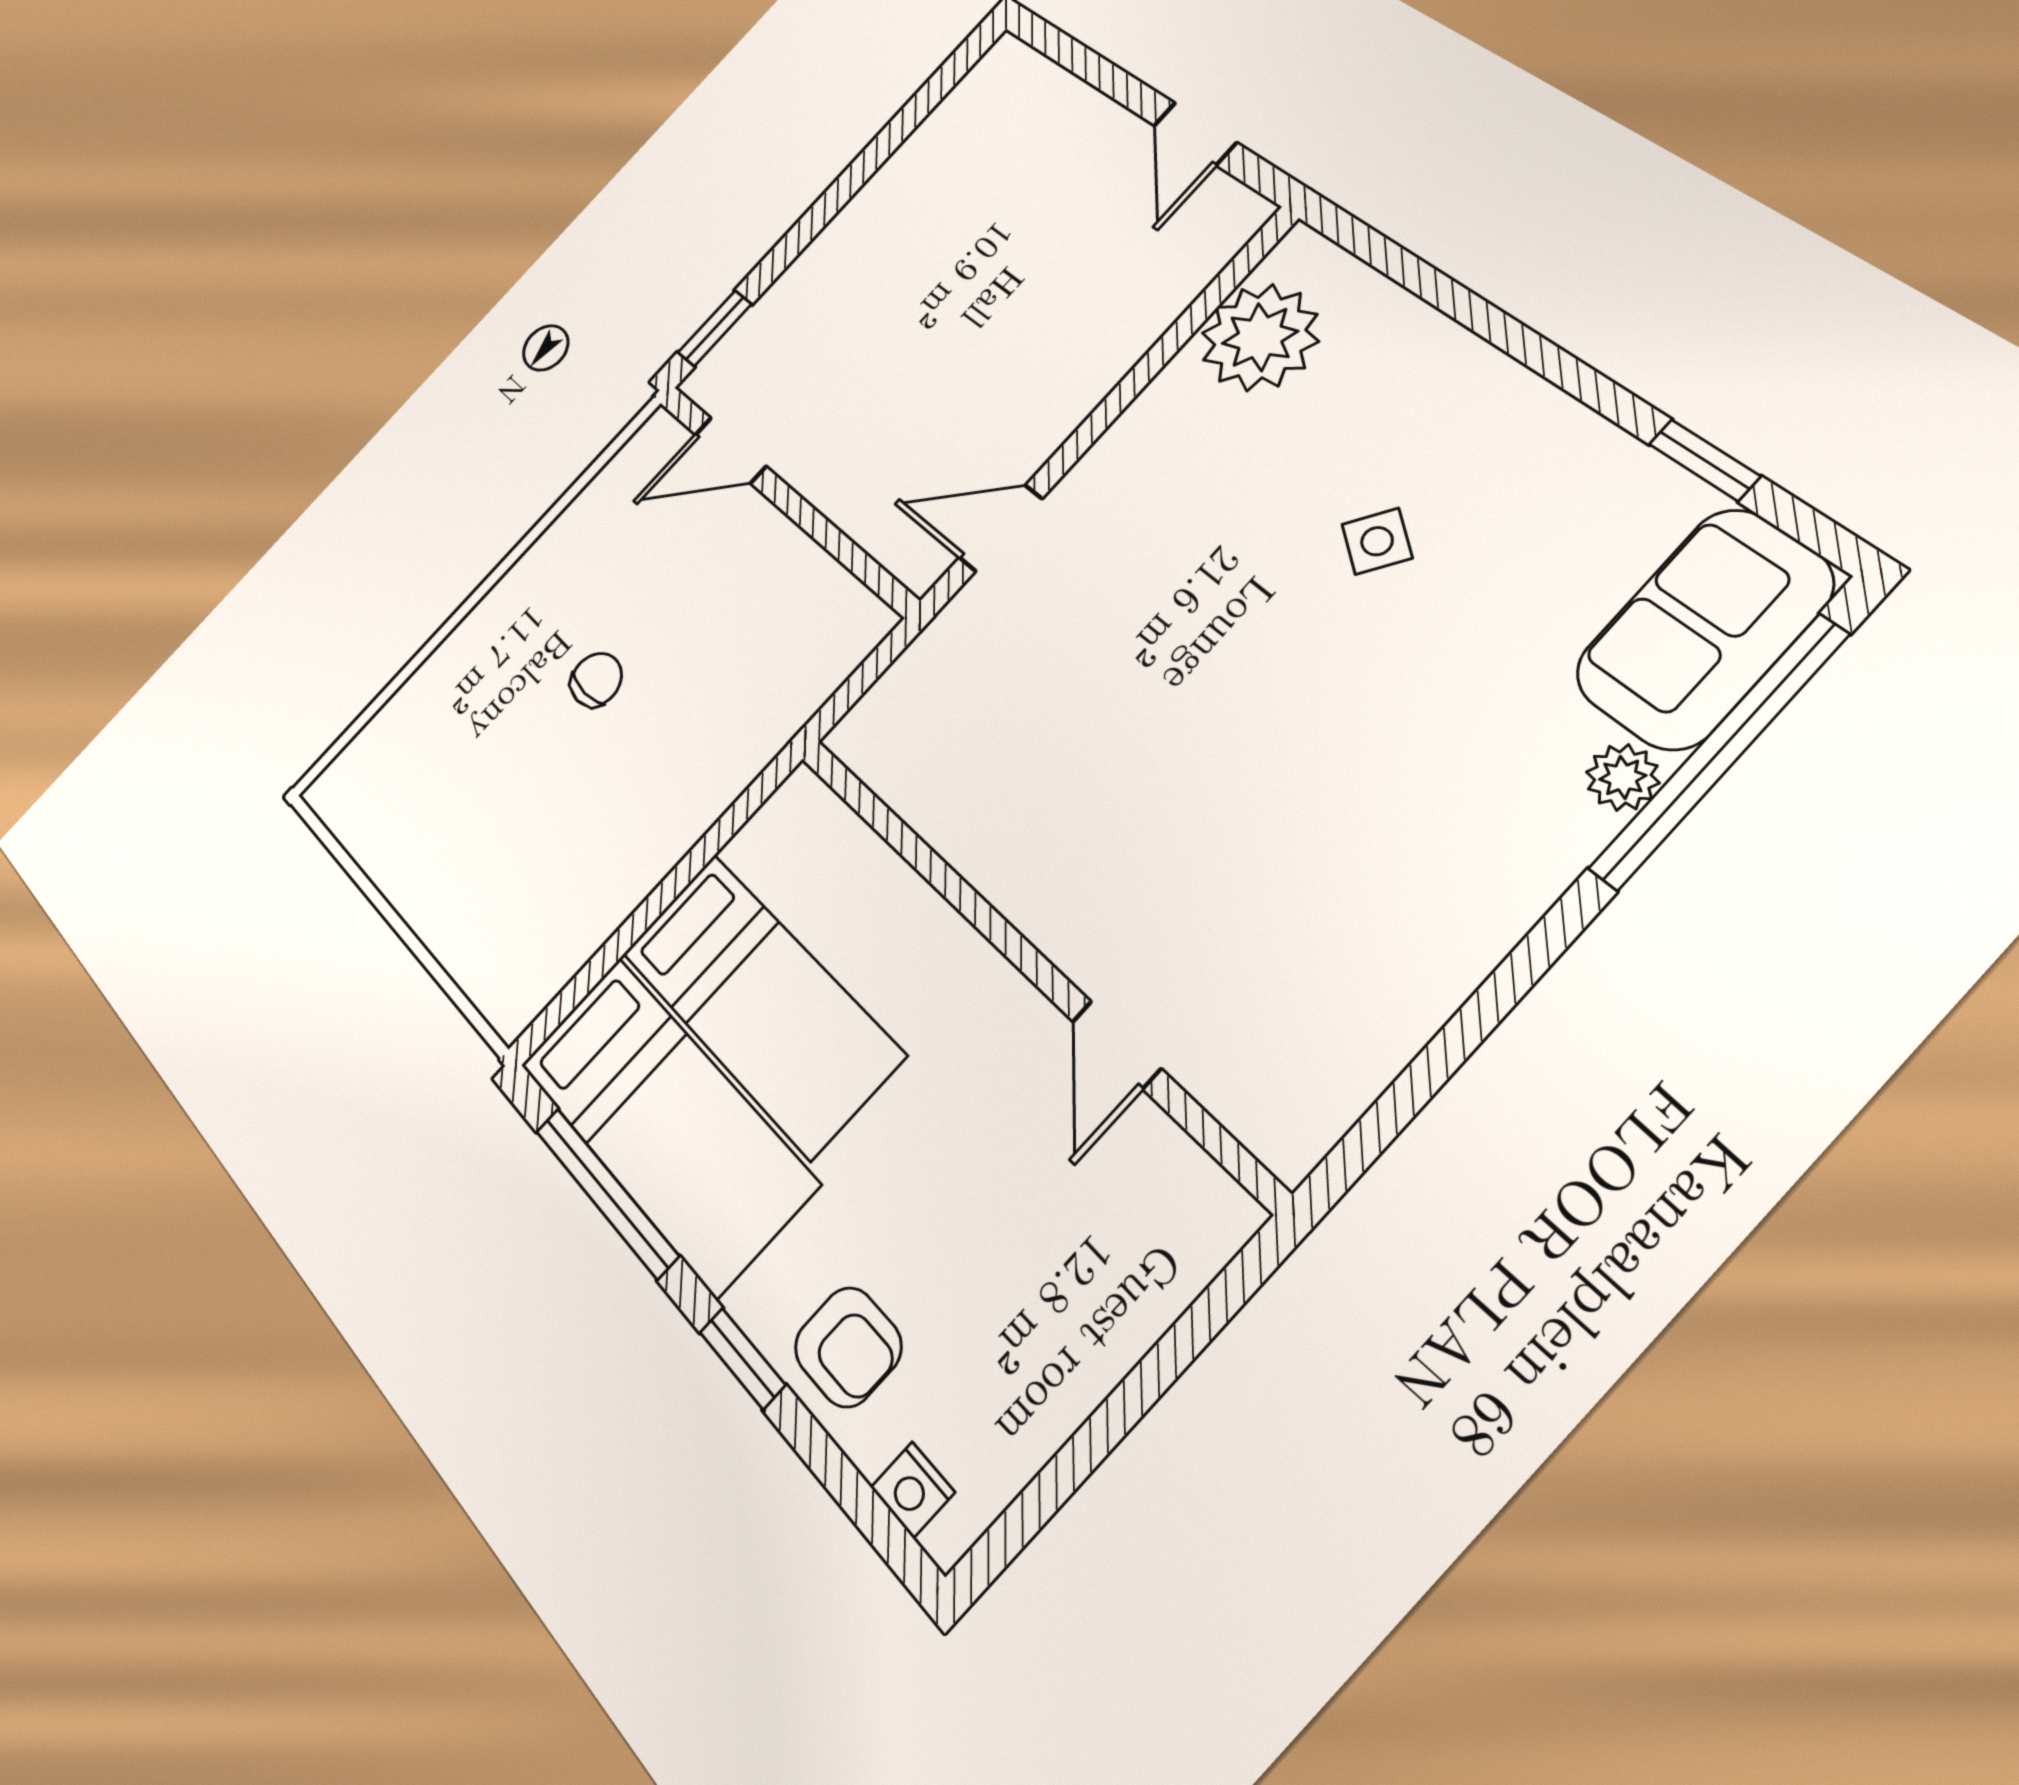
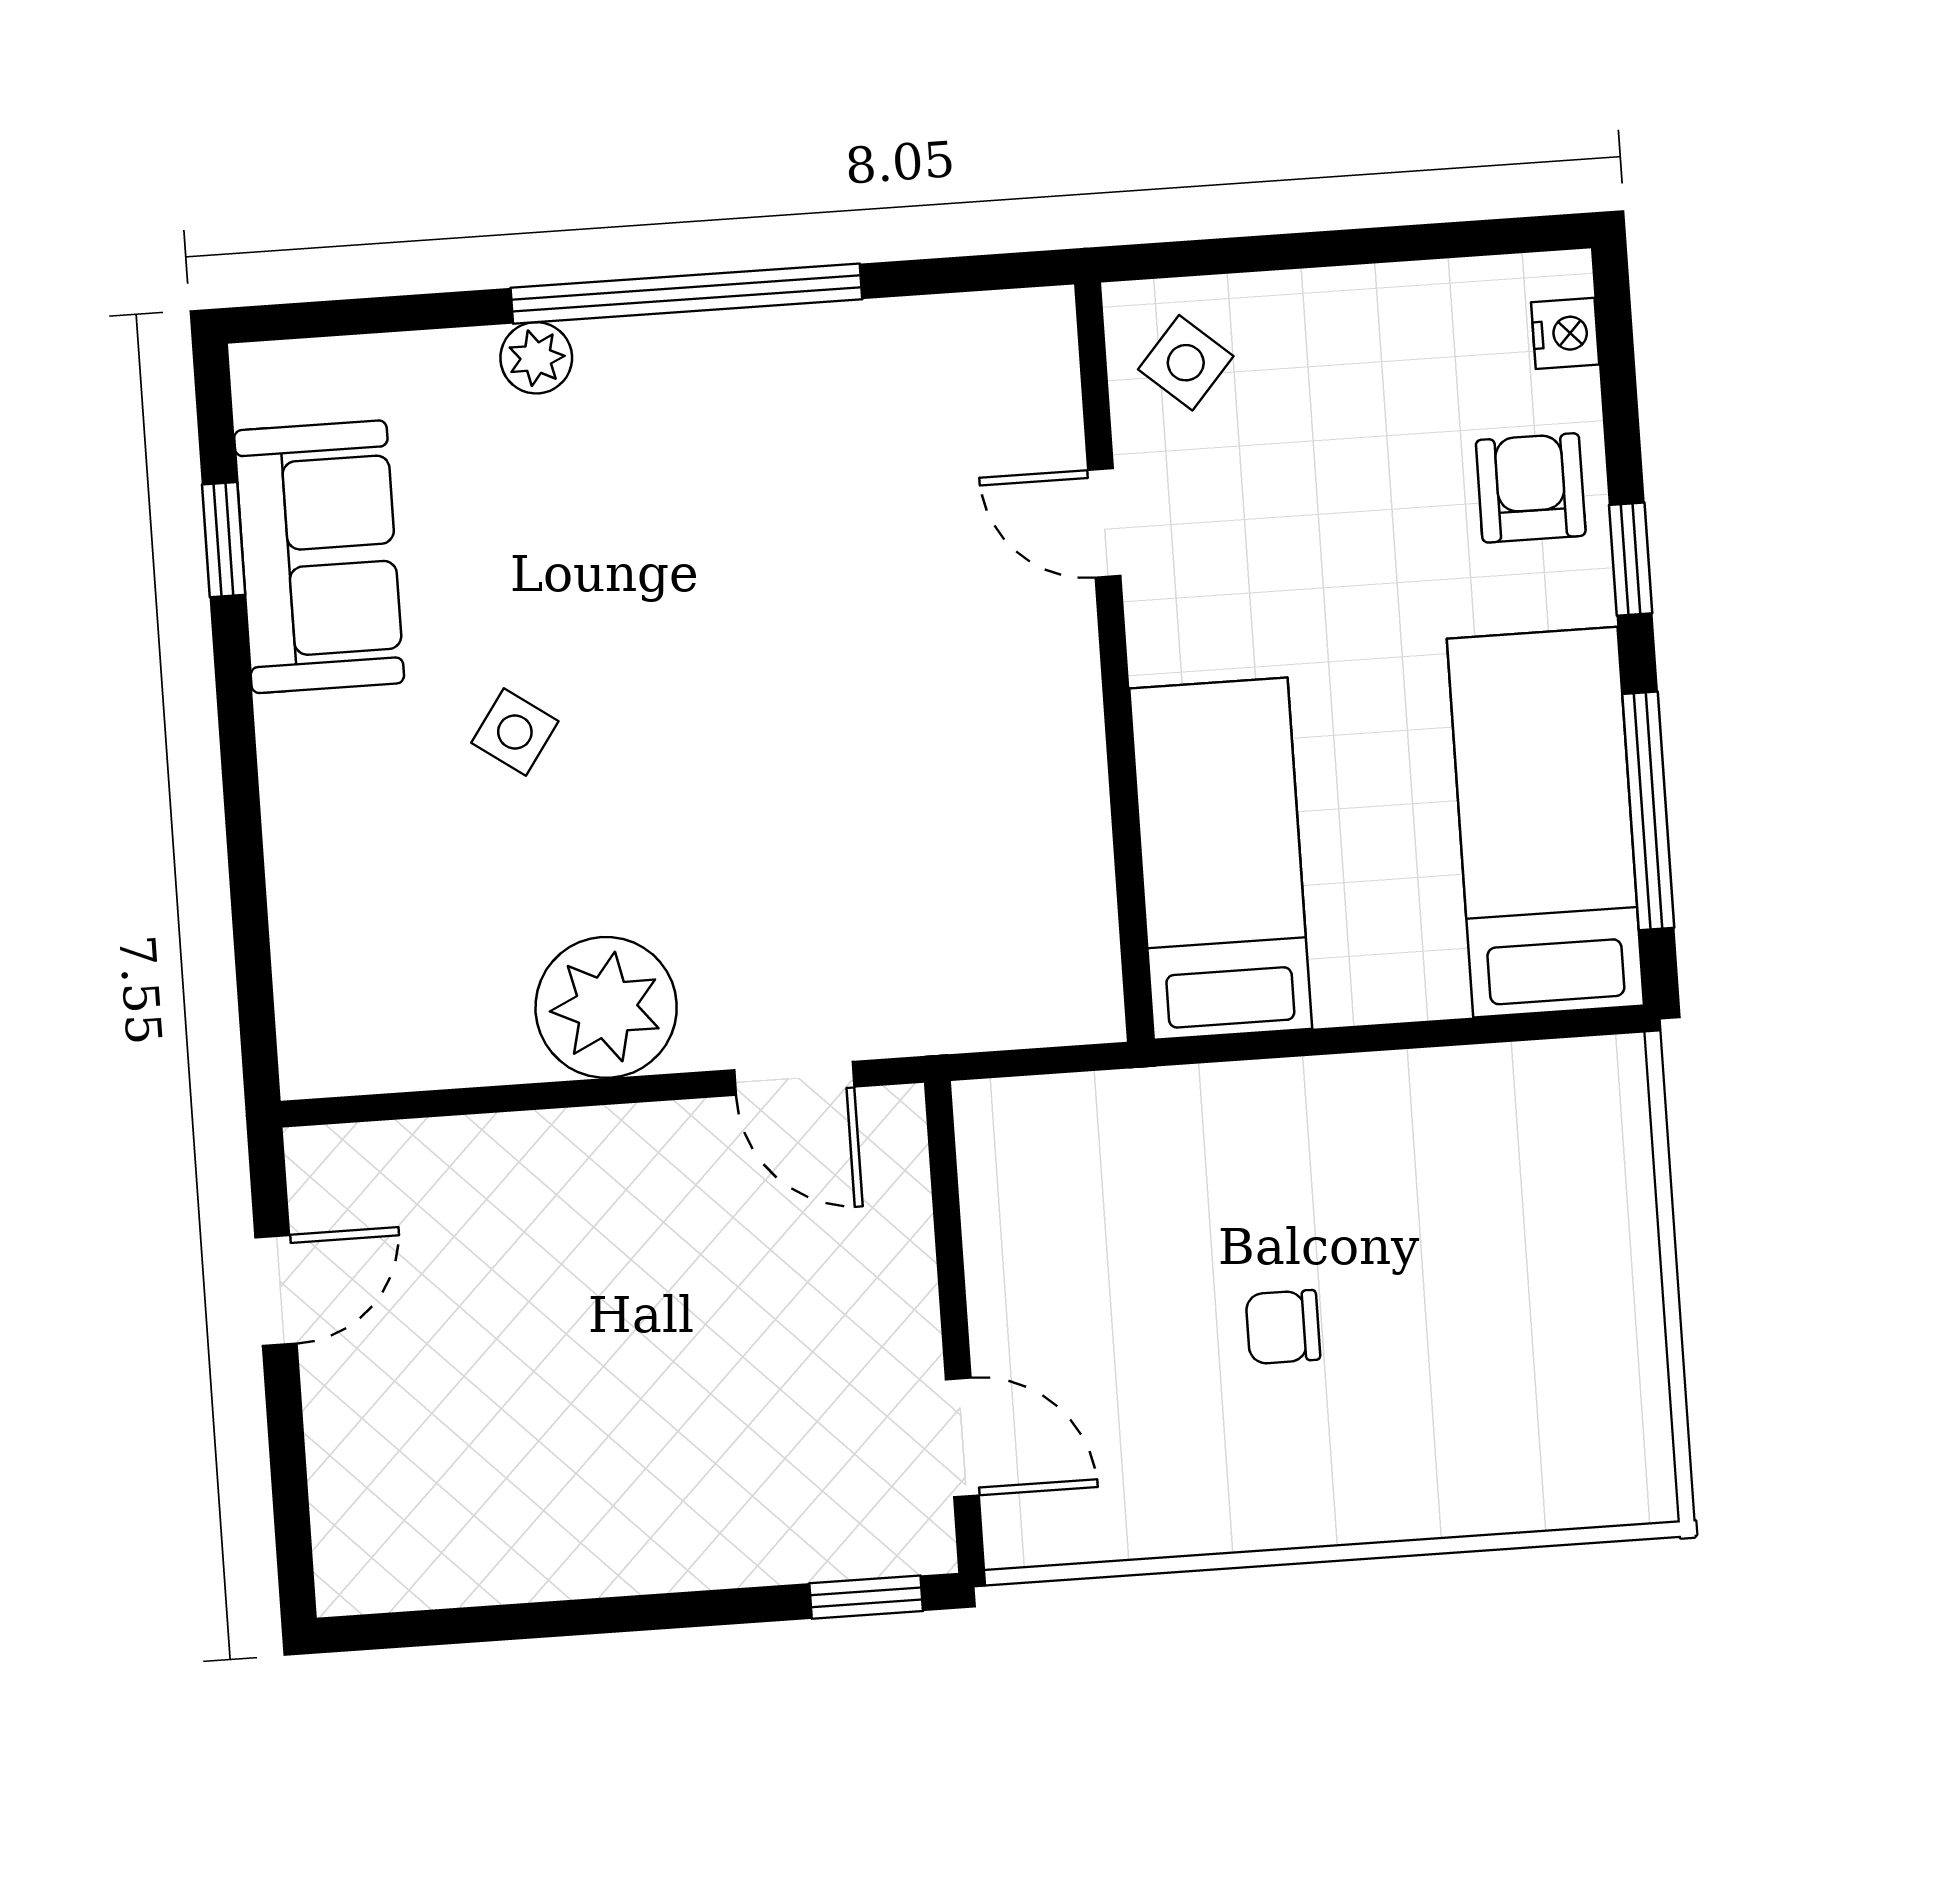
plant: (1260, 337) -> (606, 1007), moved
sofa: (1704, 629) -> (319, 557), moved, turned -90
window: (1719, 752) -> (686, 294), moved
bed: (761, 1003) -> (1221, 859), moved
door: (1117, 1045) -> (1104, 523), swing flipped
side table: (1161, 1212) -> (1186, 363), added

